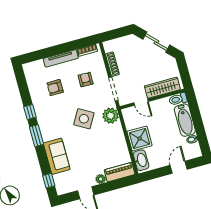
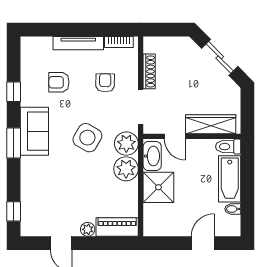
window: (30, 112) -> (14, 92), moved
plant: (115, 132) -> (126, 169), added
sofa: (57, 156) -> (34, 131), moved
washbasin: (141, 160) -> (152, 156), moved

